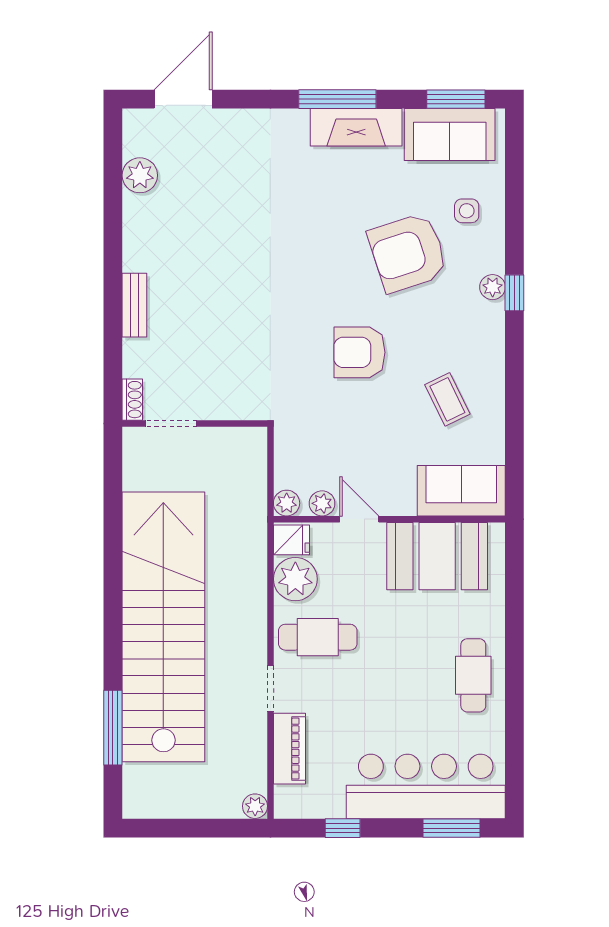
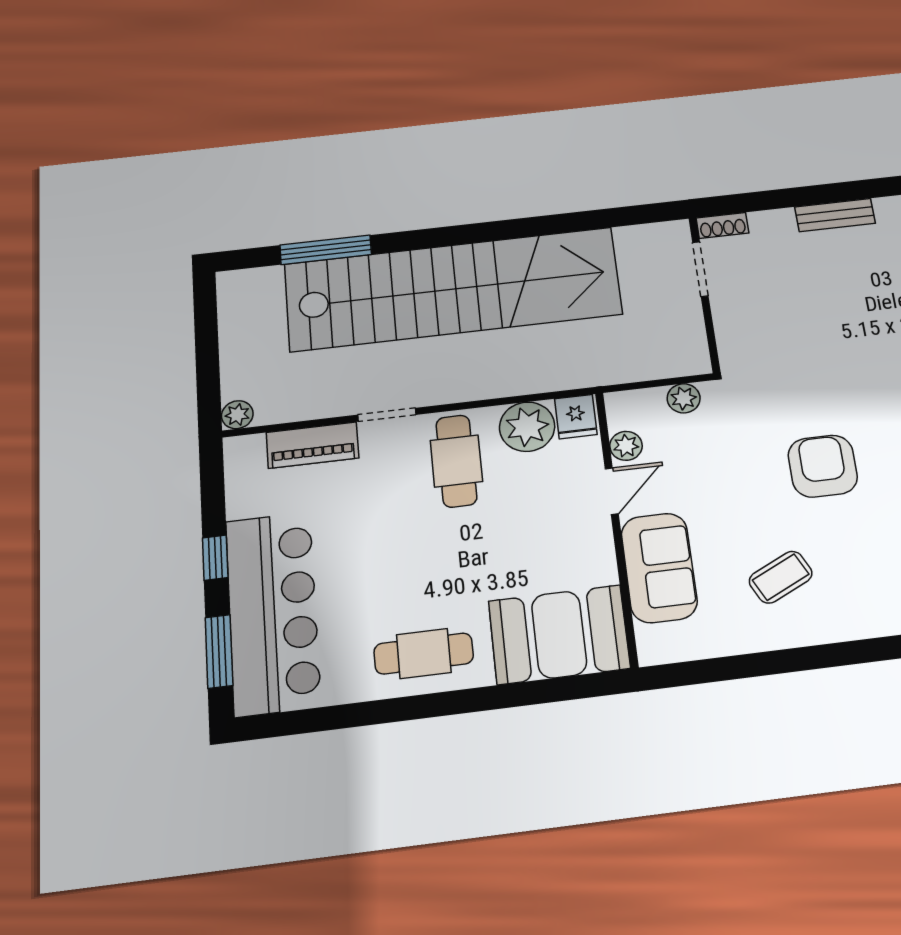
sofa: (461, 491) -> (659, 568), moved
plant: (287, 503) -> (684, 398), moved
booth: (437, 556) -> (559, 635), moved, turned 90
window: (343, 828) -> (215, 558), moved

